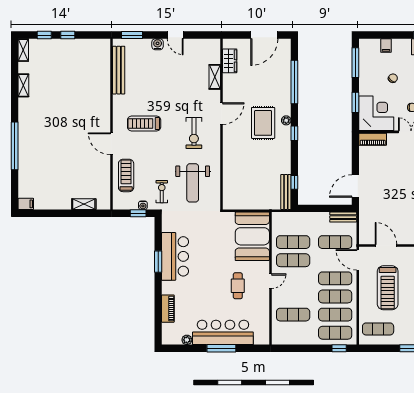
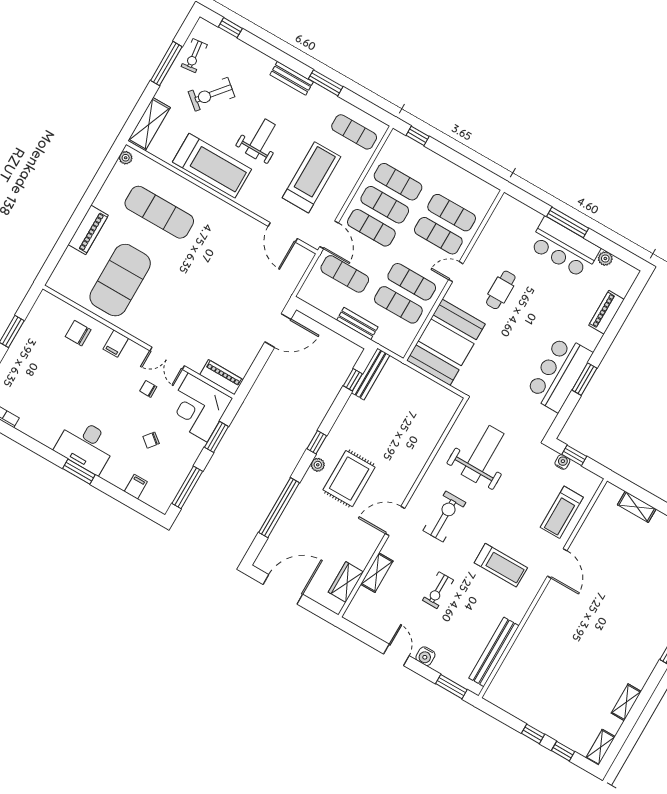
exercise bike: (162, 192) -> (438, 590), moved
bench: (343, 217) -> (357, 324), moved
bar counter: (223, 332) -> (564, 247), width x0.73
exercise mat: (335, 333) -> (438, 236), moved

